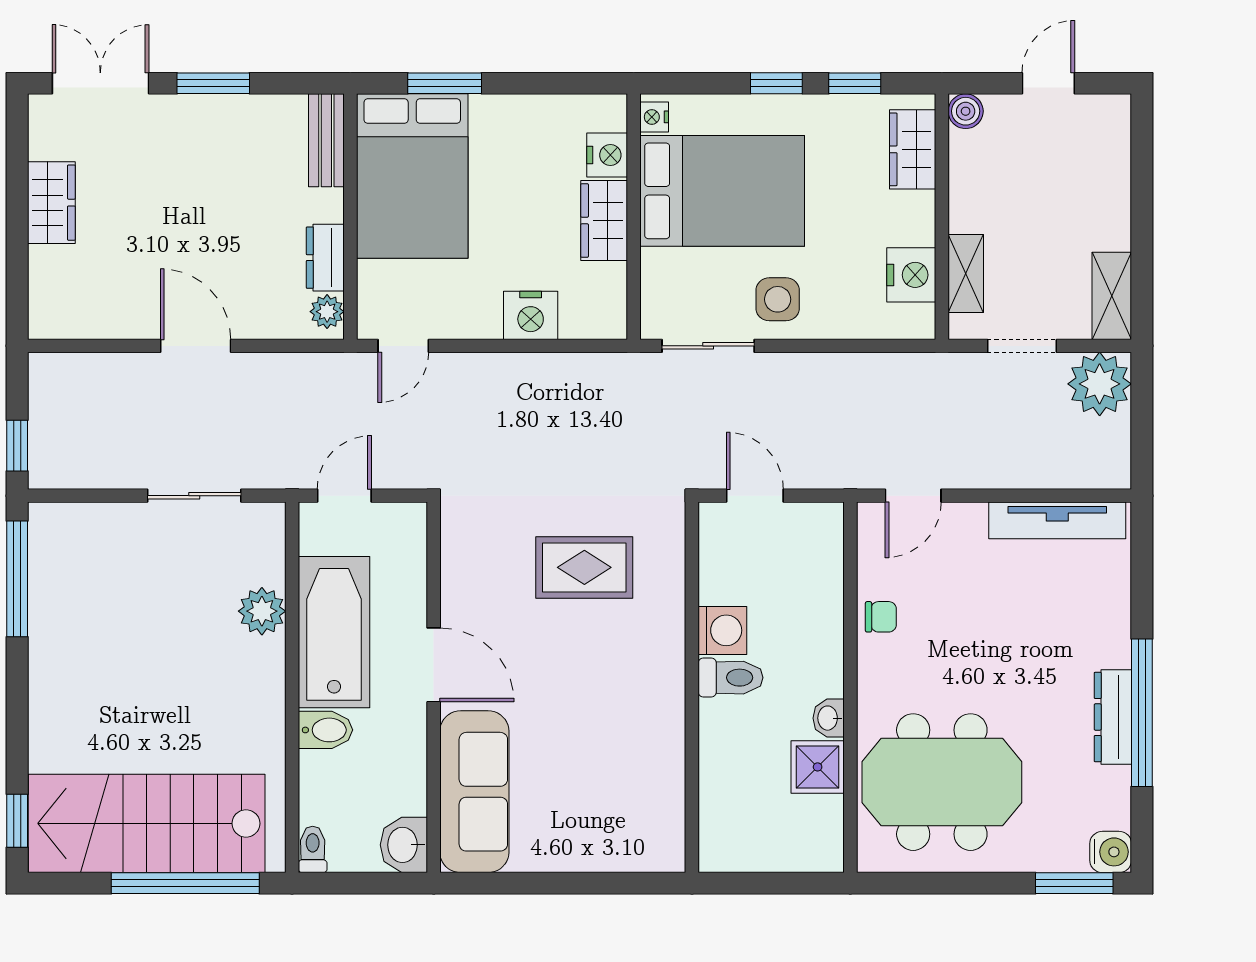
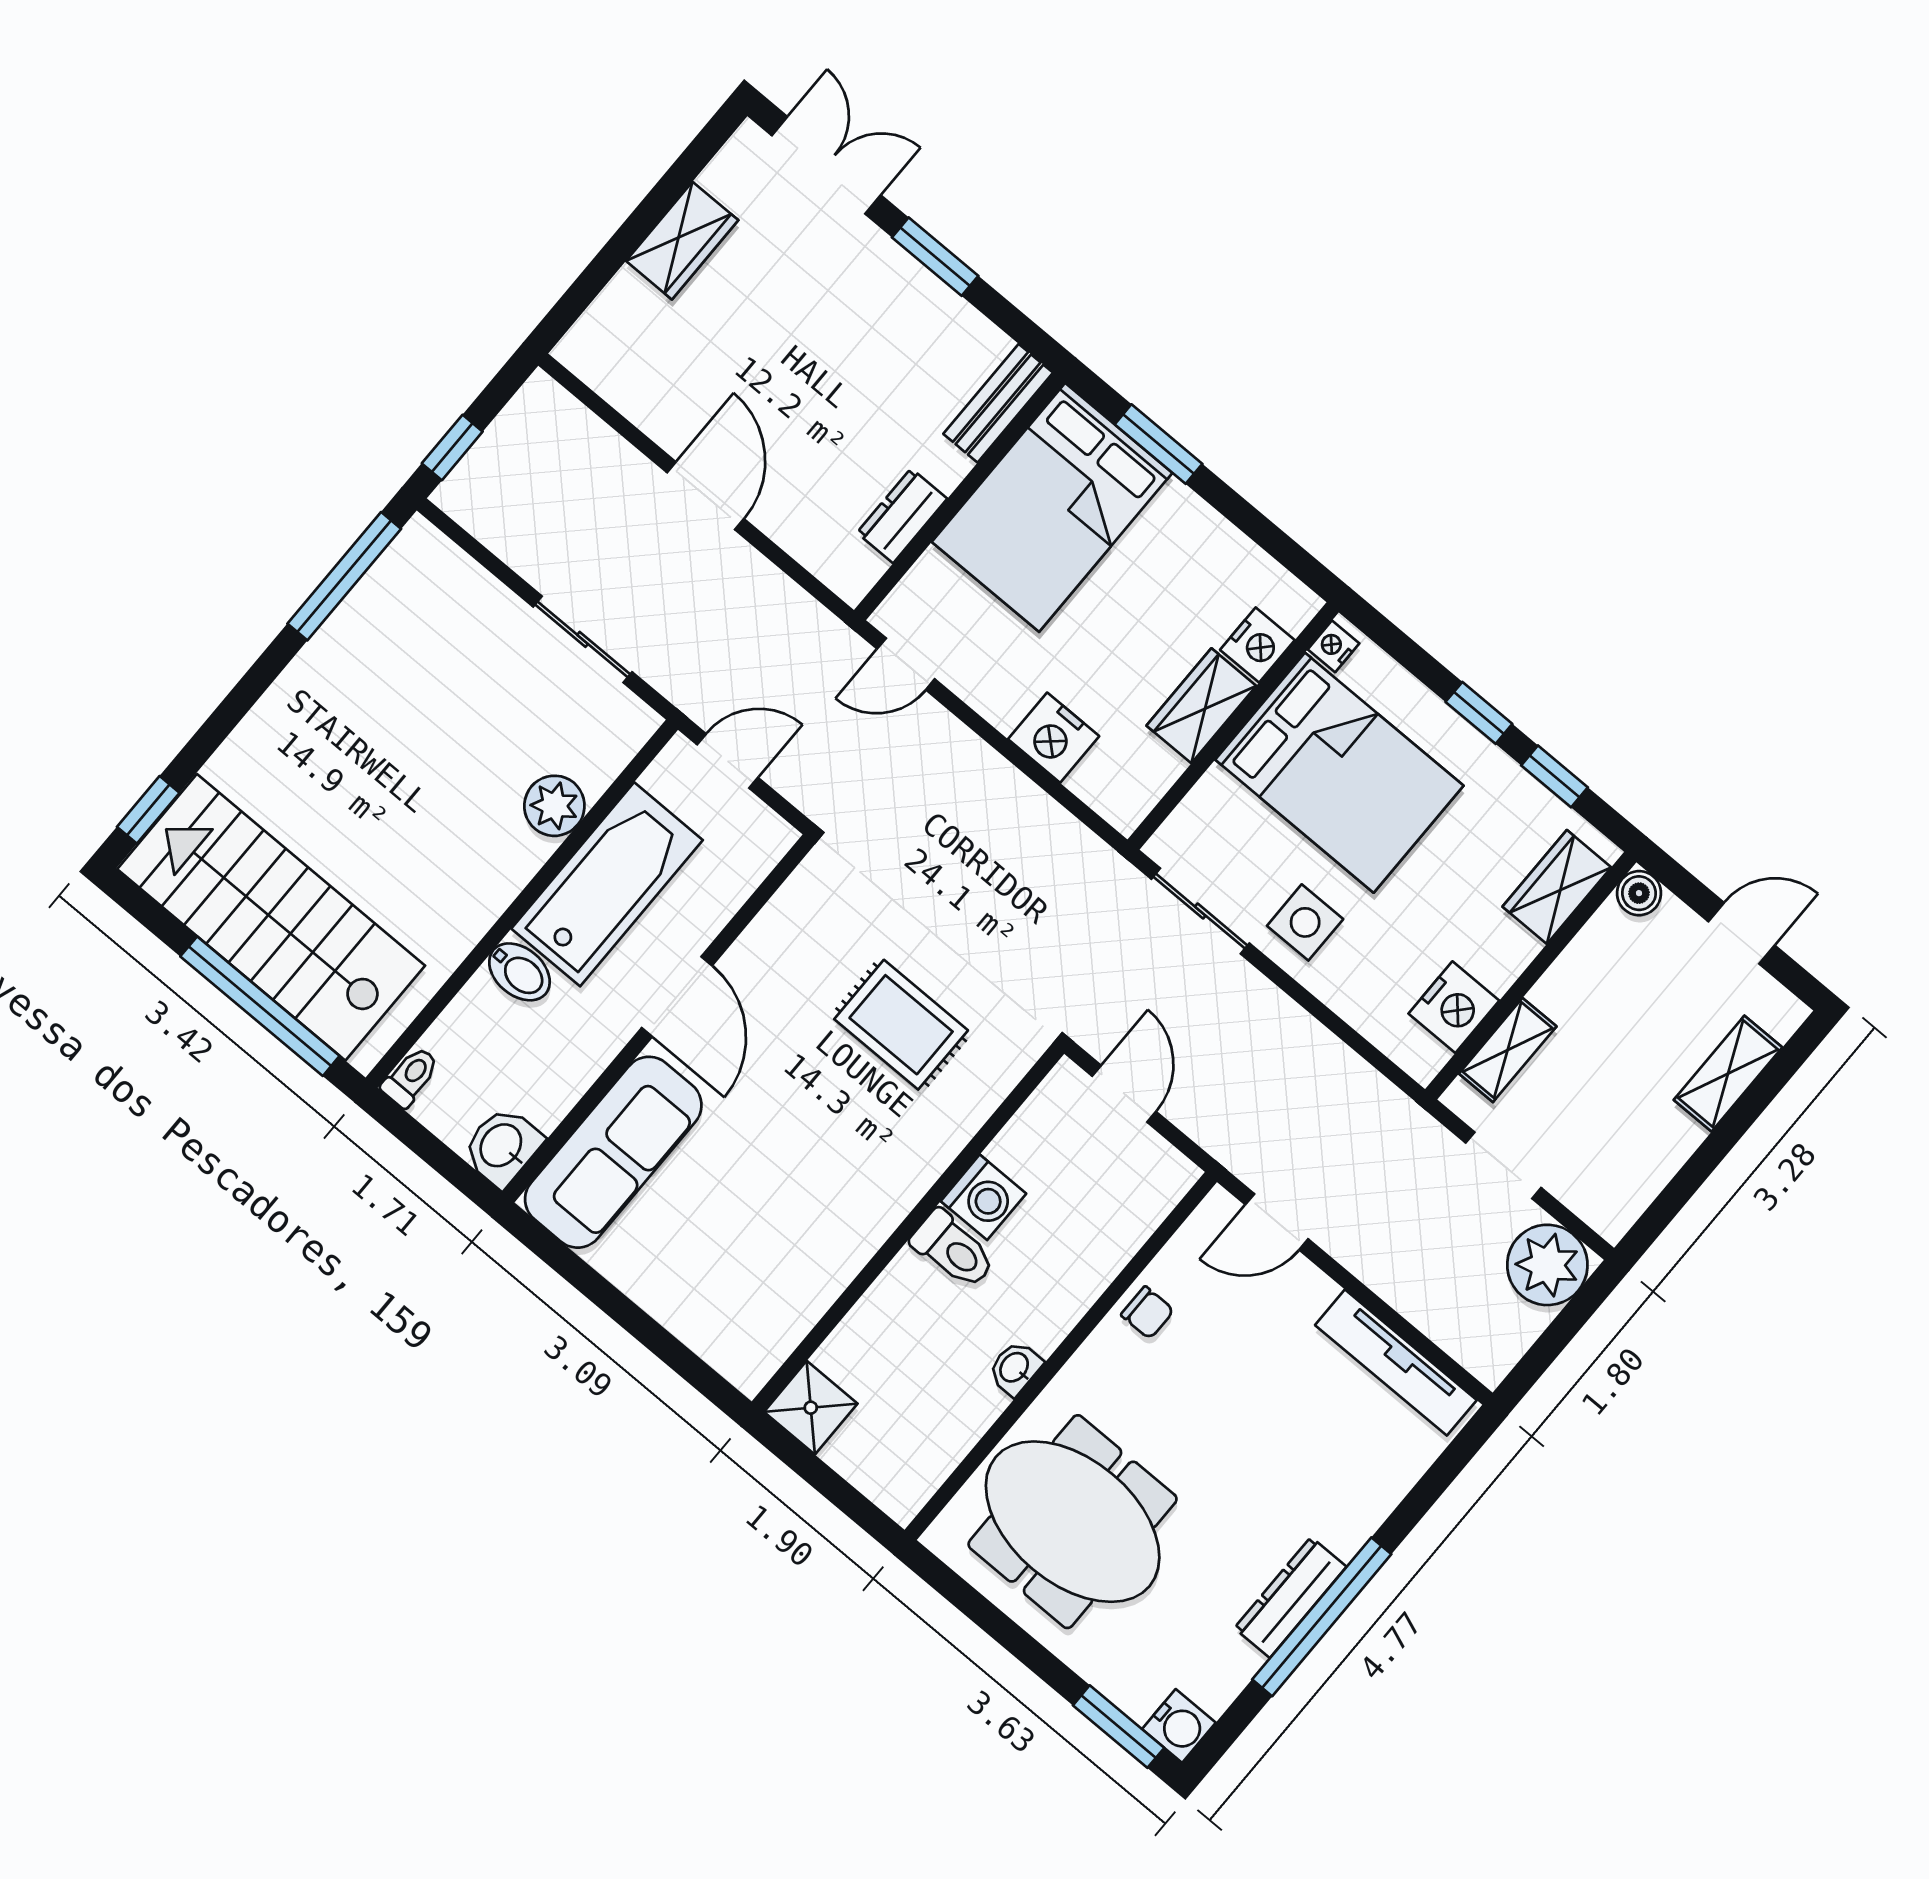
shelving: (1112, 296) -> (1728, 1074), moved
plant: (327, 312) -> (860, 569), removed
shower: (818, 767) -> (811, 1408), moved

